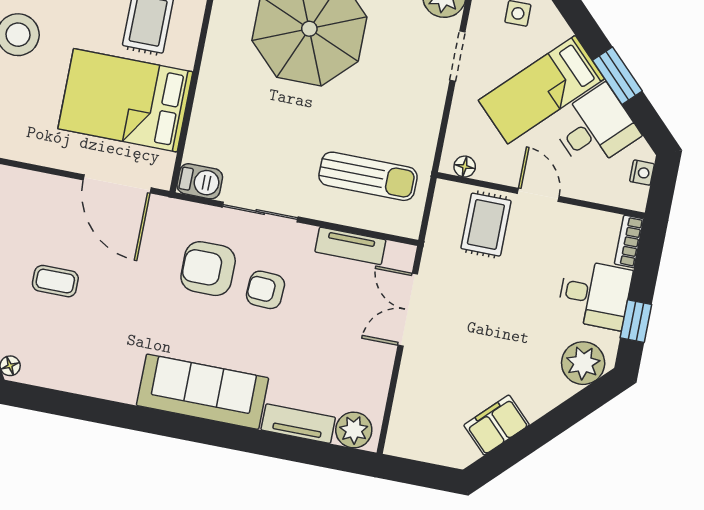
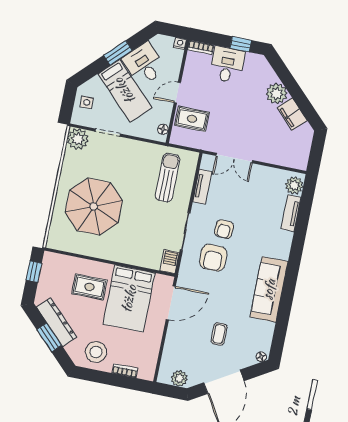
nightstand: (642, 173) -> (180, 44), moved
plant: (583, 363) -> (277, 94), moved
sofa: (203, 392) -> (269, 289), moved

